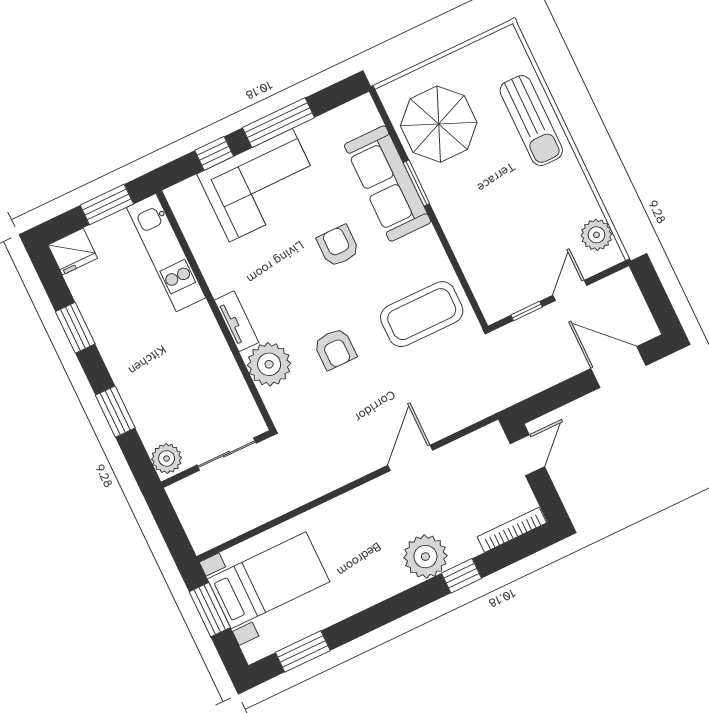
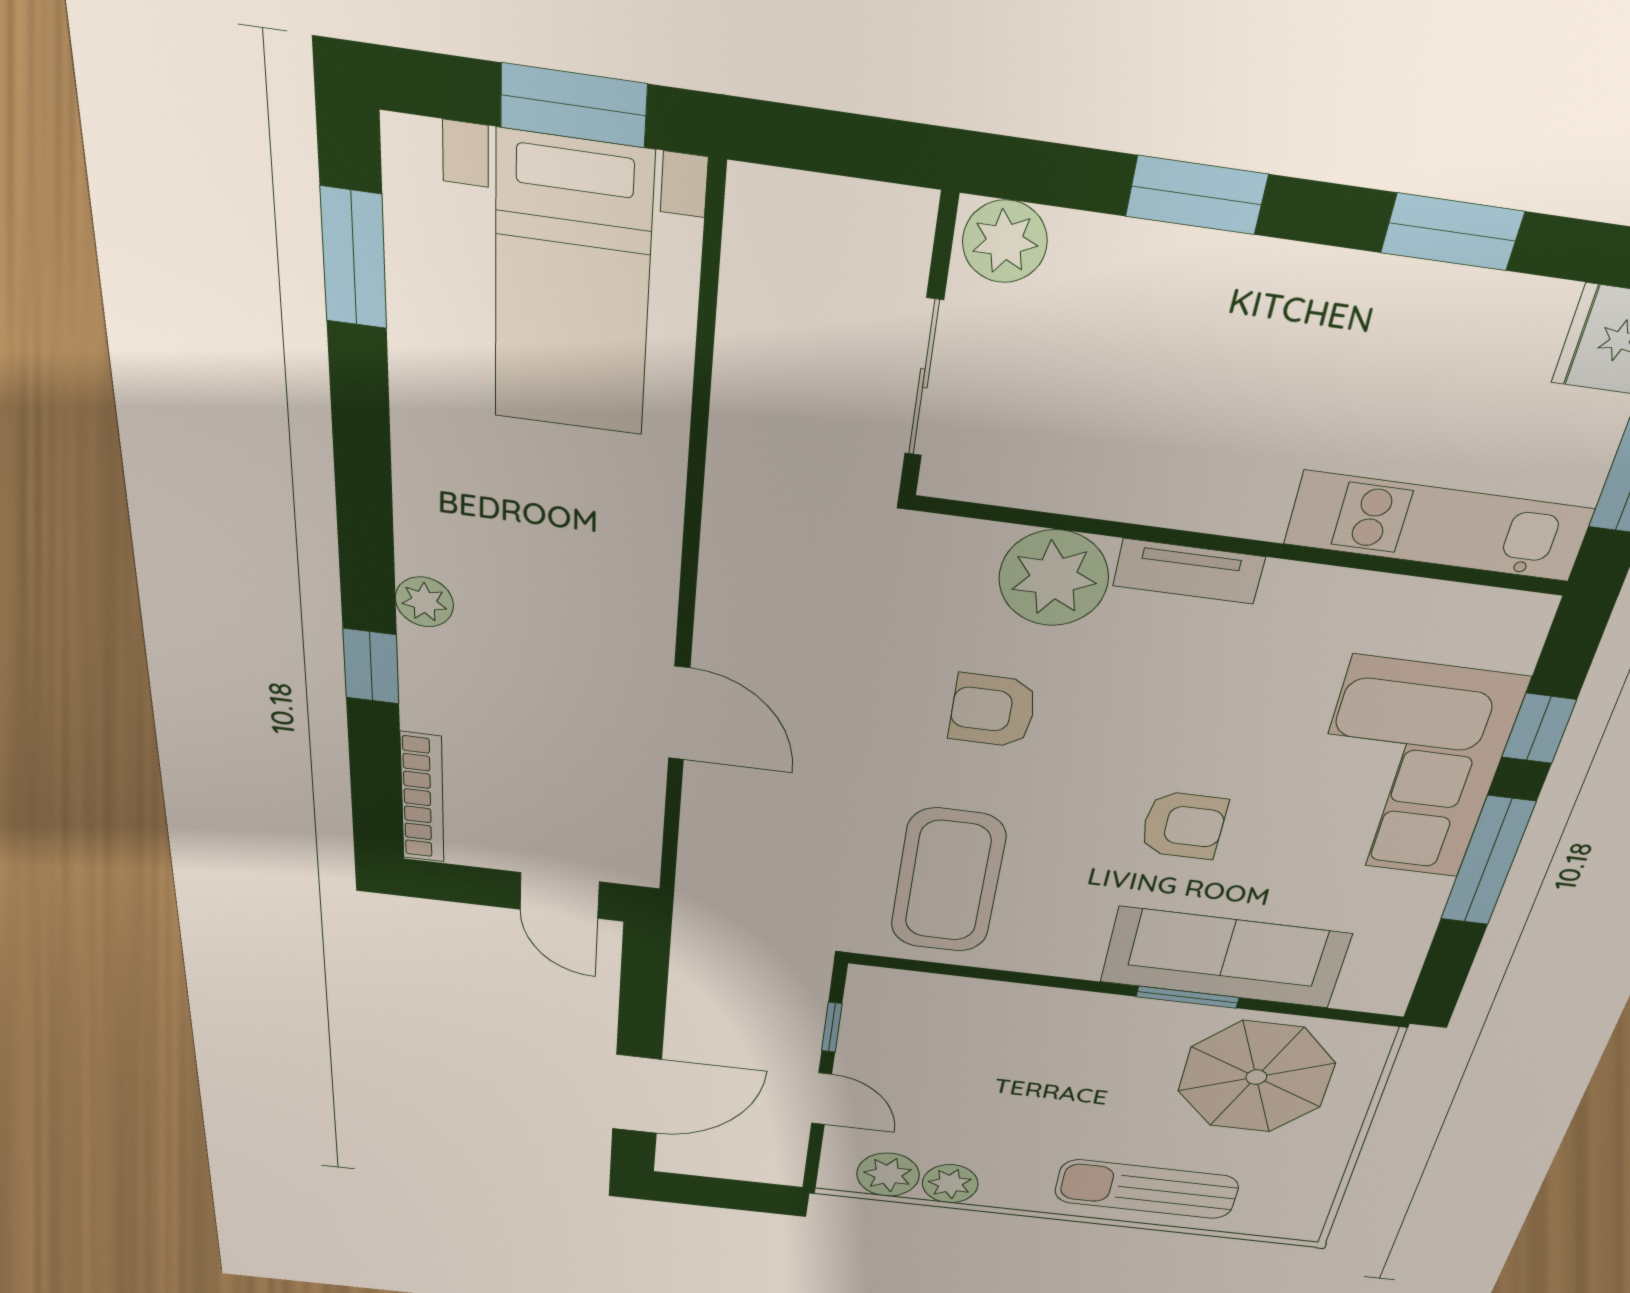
plant: (584, 205) -> (950, 1184), added
plant: (425, 557) -> (424, 602), width x0.53, depth x0.53

